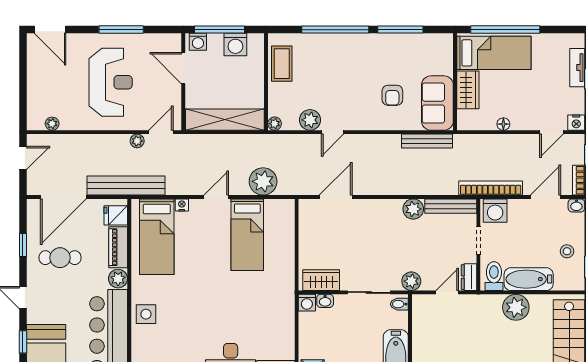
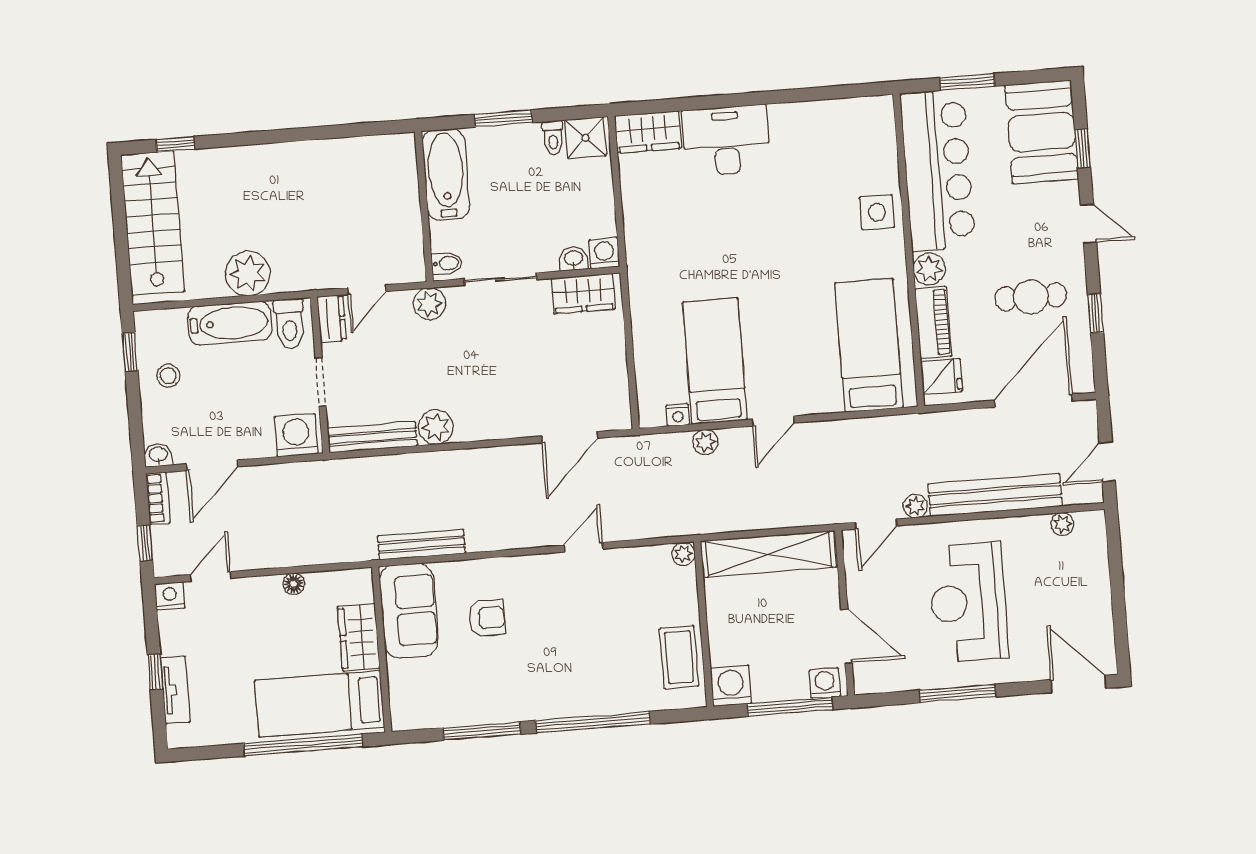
washing machine: (235, 44) -> (731, 686), moved
armchair: (392, 95) -> (487, 618), turned 90
plant: (310, 120) -> (623, 565), removed
plant: (263, 181) -> (705, 442), width x0.53, depth x0.53
bench: (126, 186) -> (995, 495), moved
bookcase: (491, 188) -> (307, 473), removed
nightstand: (182, 205) -> (678, 415), moved

